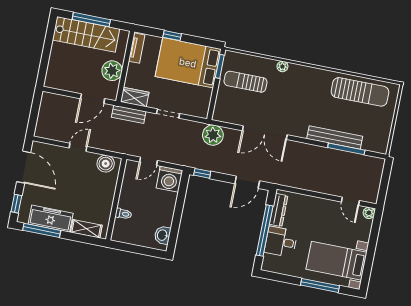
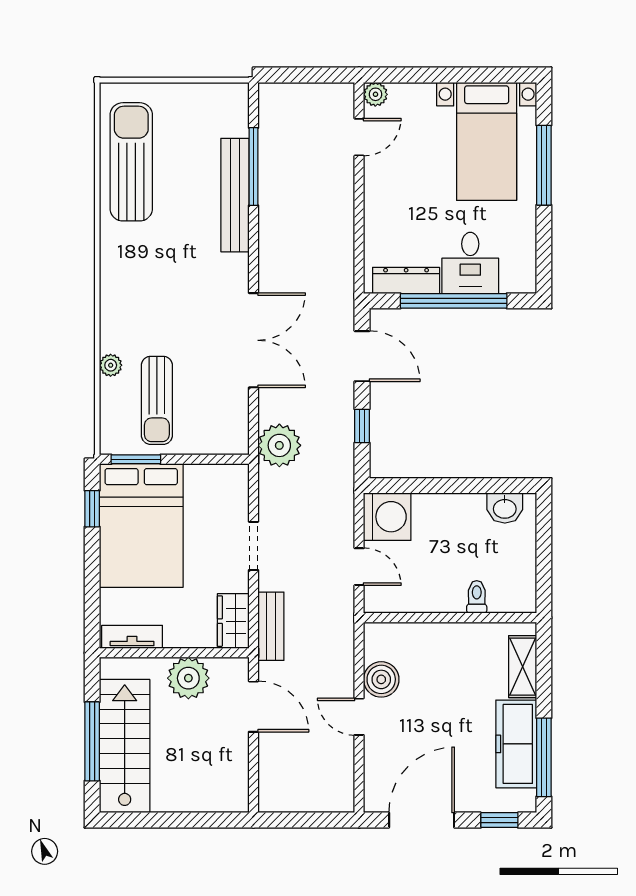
window: (172, 36) -> (92, 509), moved
plant: (282, 66) -> (111, 365), moved
boiler: (106, 164) -> (381, 679), moved
window: (202, 173) -> (362, 426), moved

